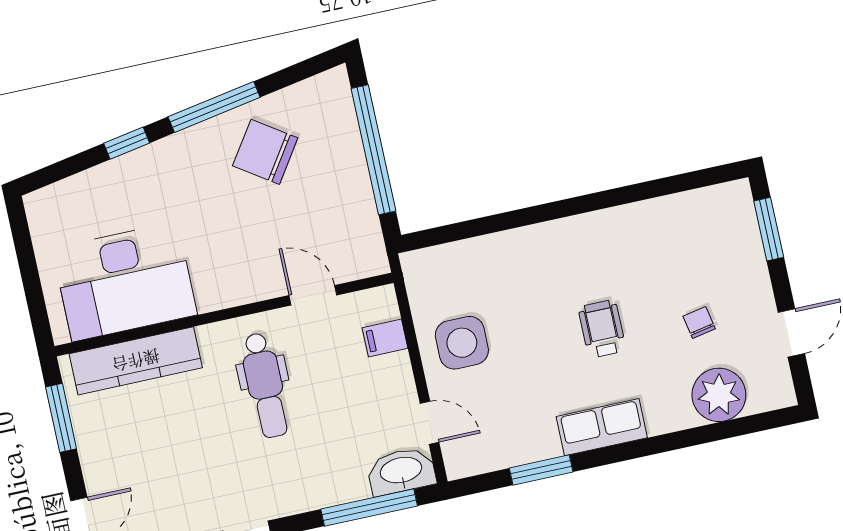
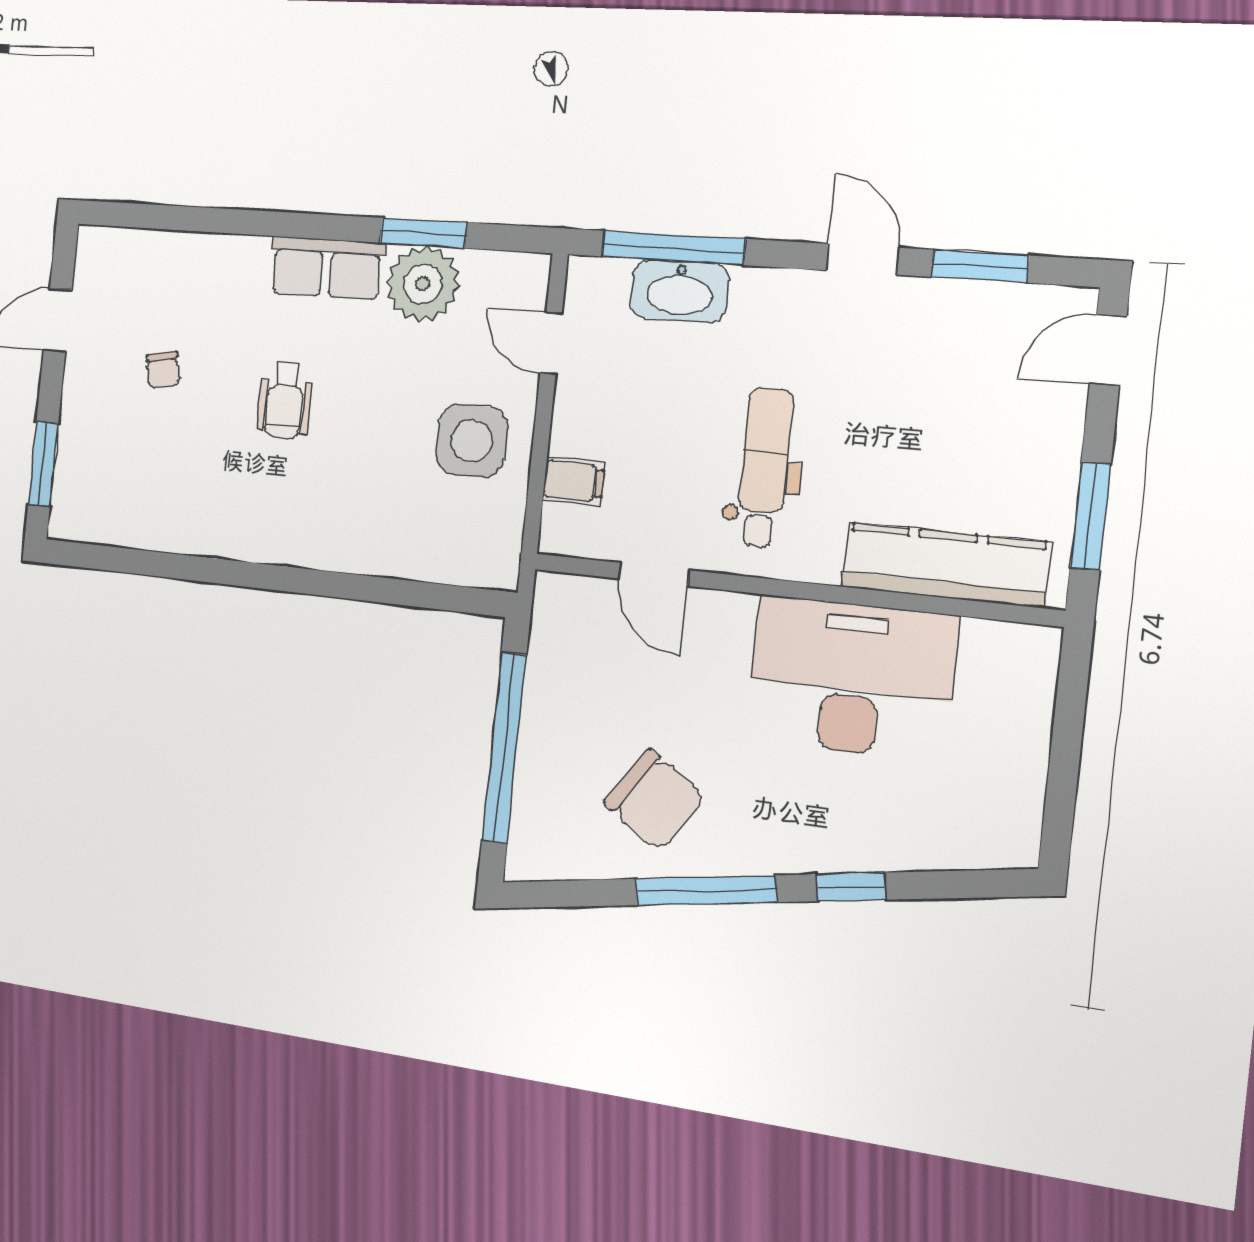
desk: (125, 282) -> (852, 678), moved
plant: (719, 395) -> (423, 284), moved
washbasin: (401, 471) -> (680, 291), moved

